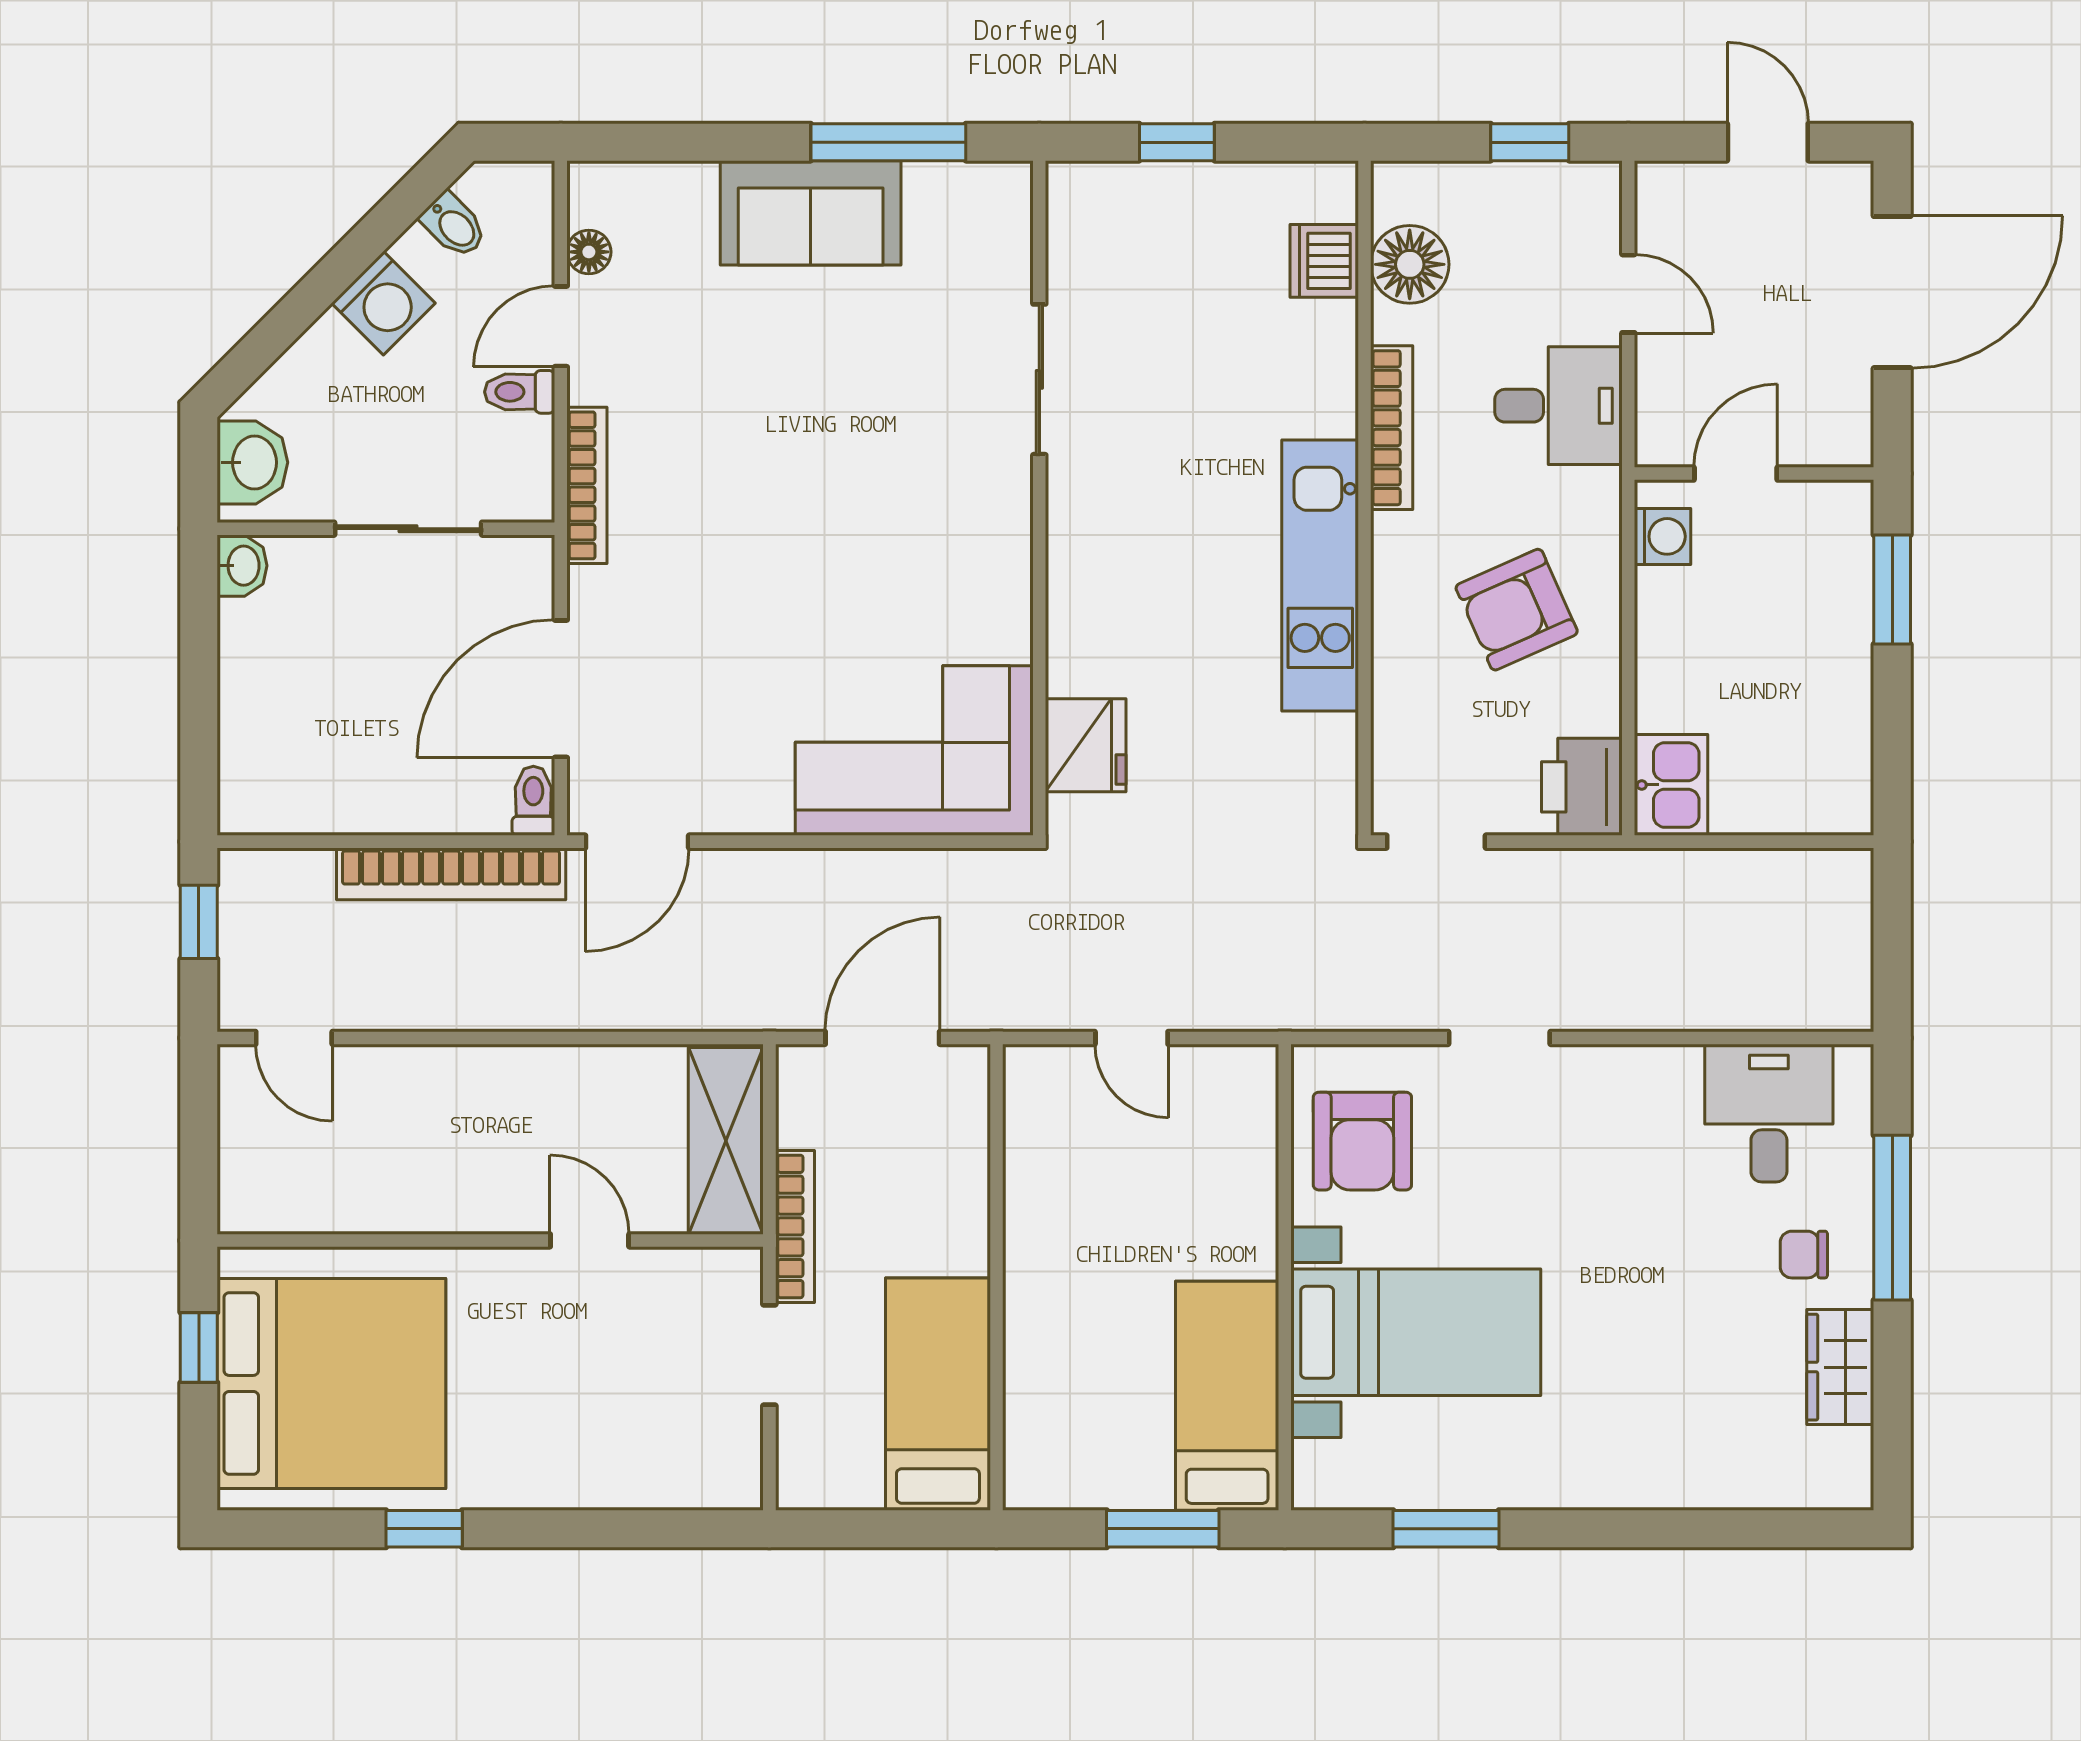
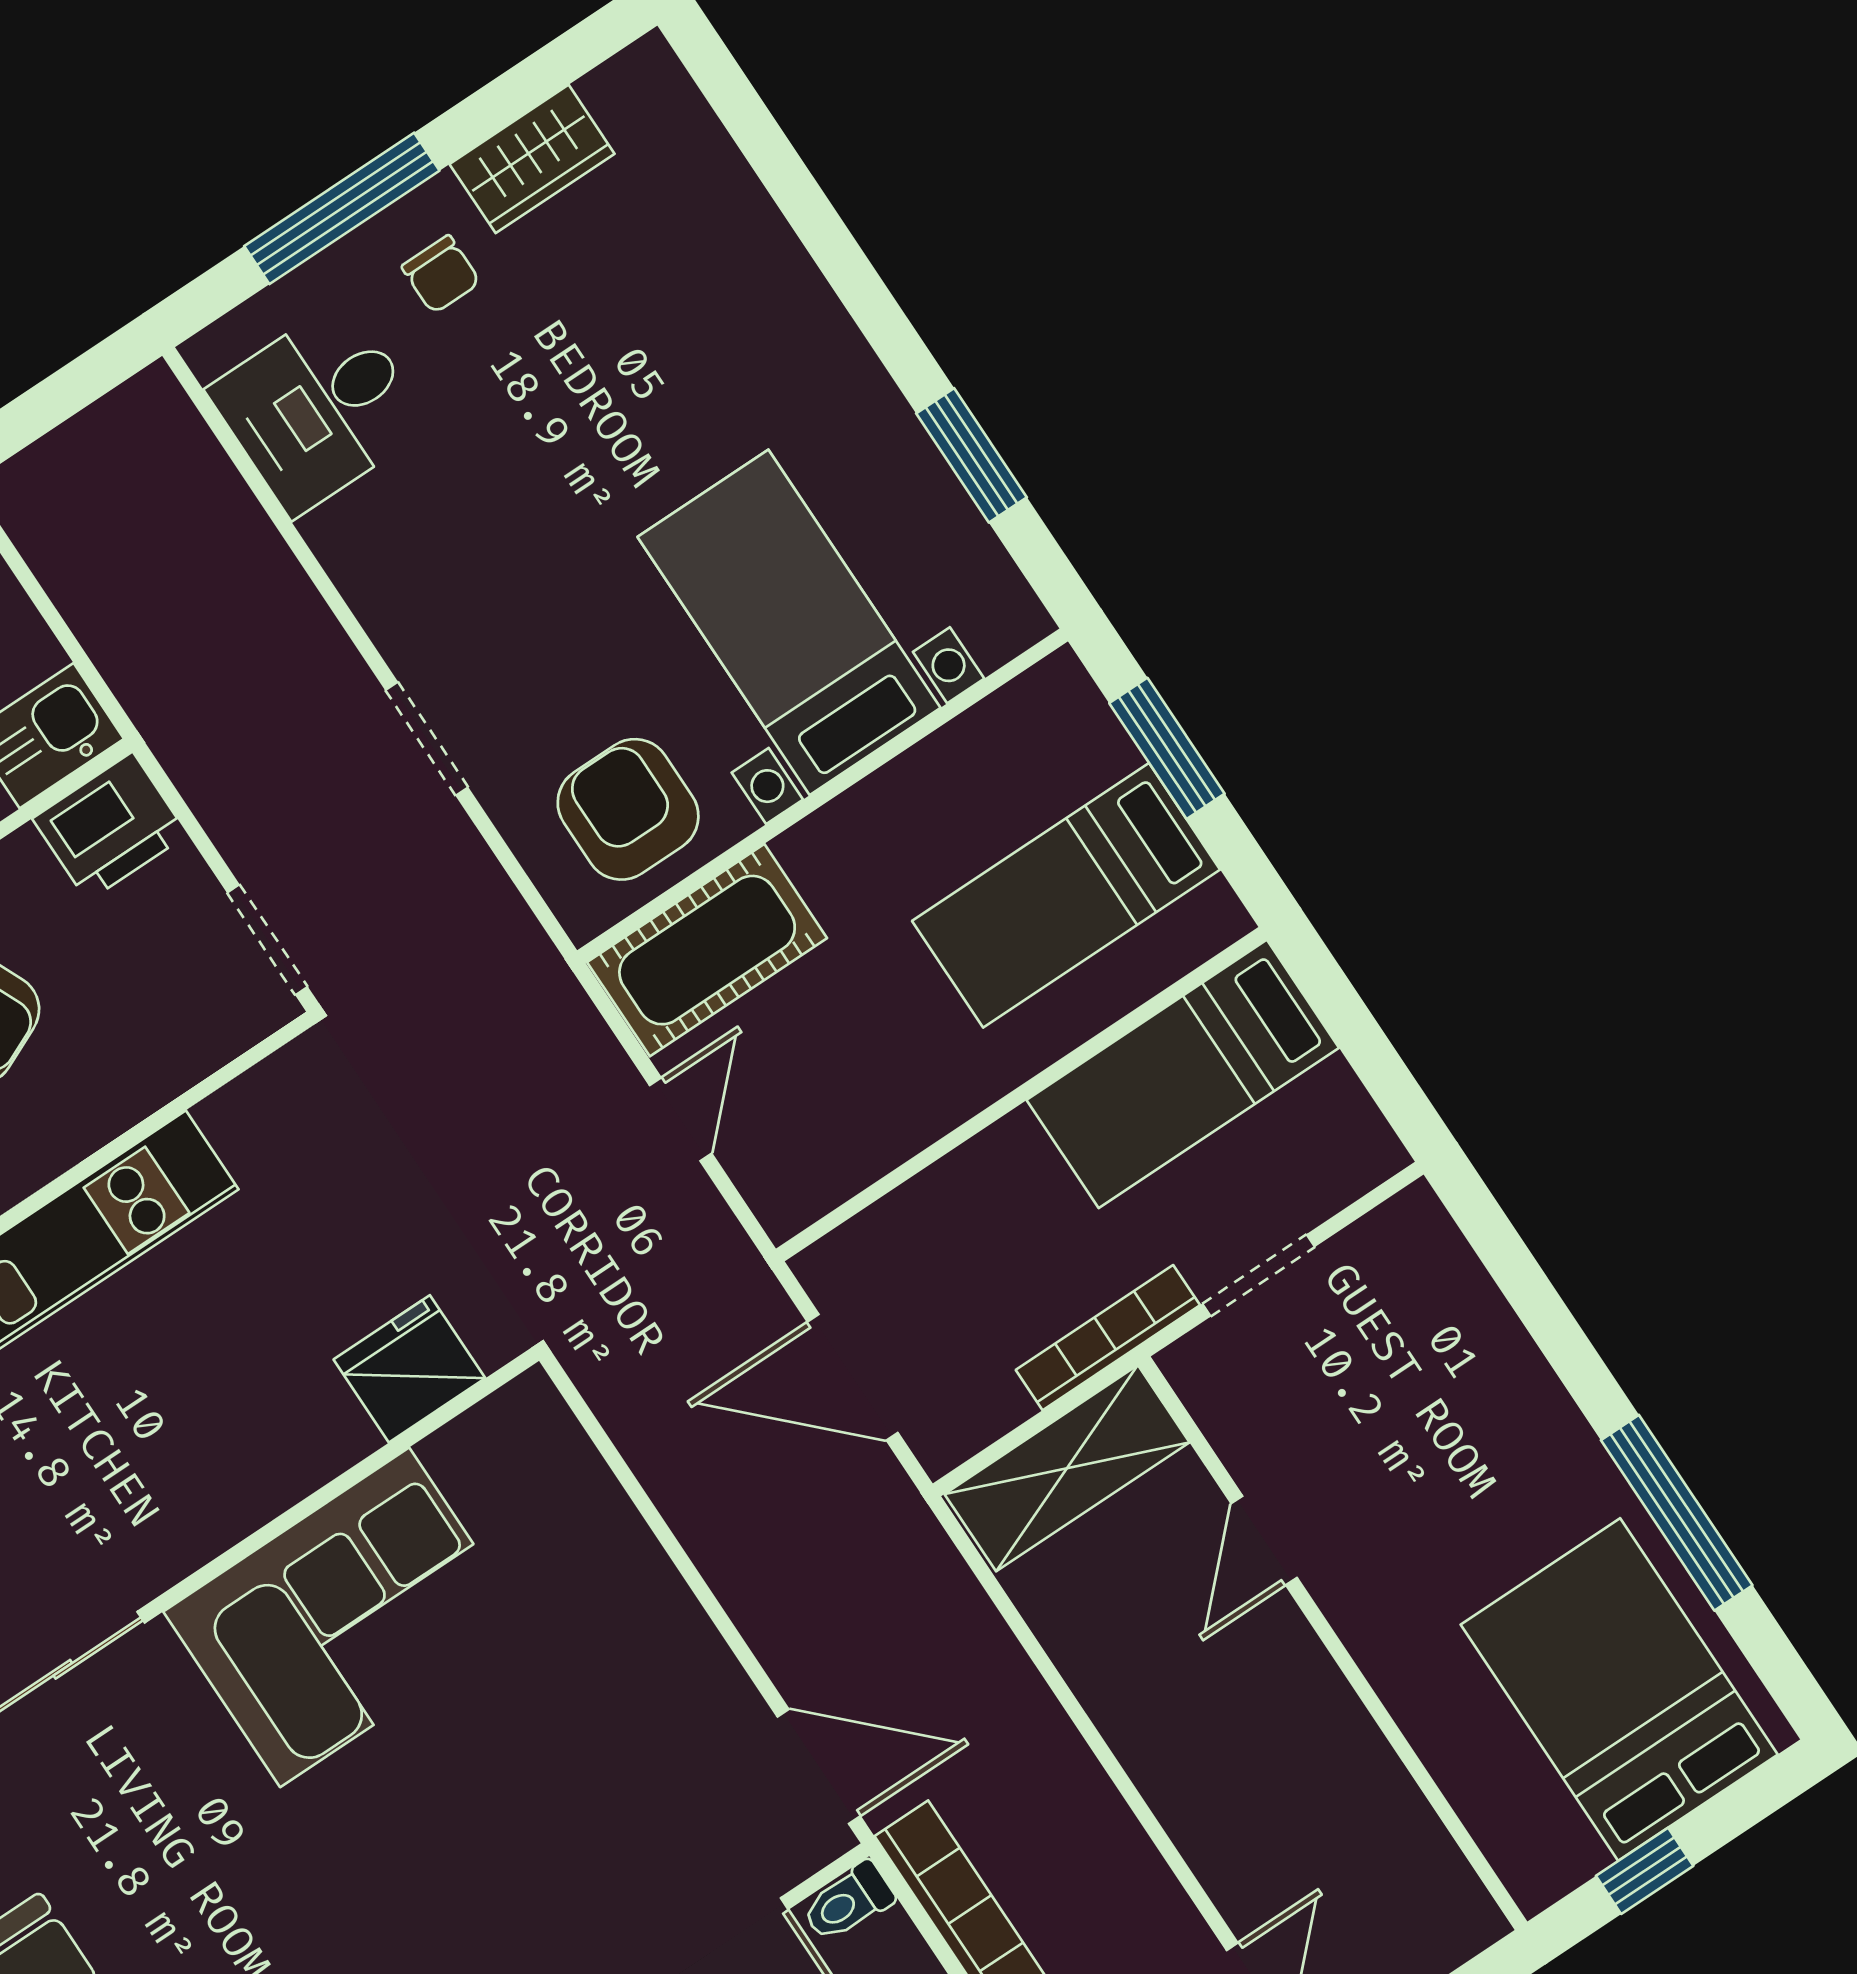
corner sofa: (914, 751) -> (345, 1617), moved, turned -90
cot: (1233, 1131) -> (707, 950), added
armchair: (1362, 1141) -> (628, 809), turned -90
bed: (331, 1383) -> (1619, 1690), width x0.73
bed: (1227, 1396) -> (1066, 895), moved
window: (424, 1529) -> (1677, 1513), width x2.17

